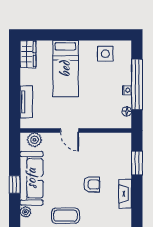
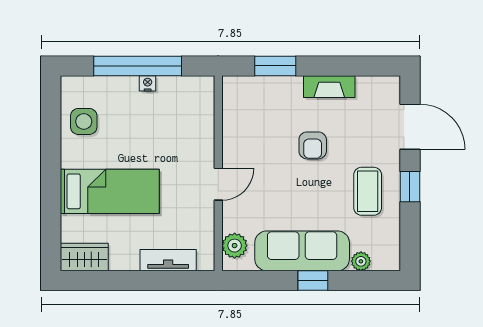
floor lamp: (127, 111) -> (185, 84), removed
armchair: (92, 184) -> (313, 145), turned 180

